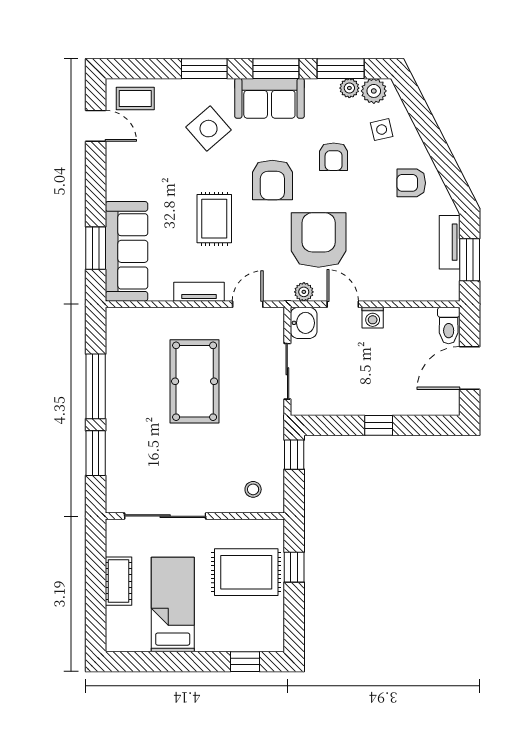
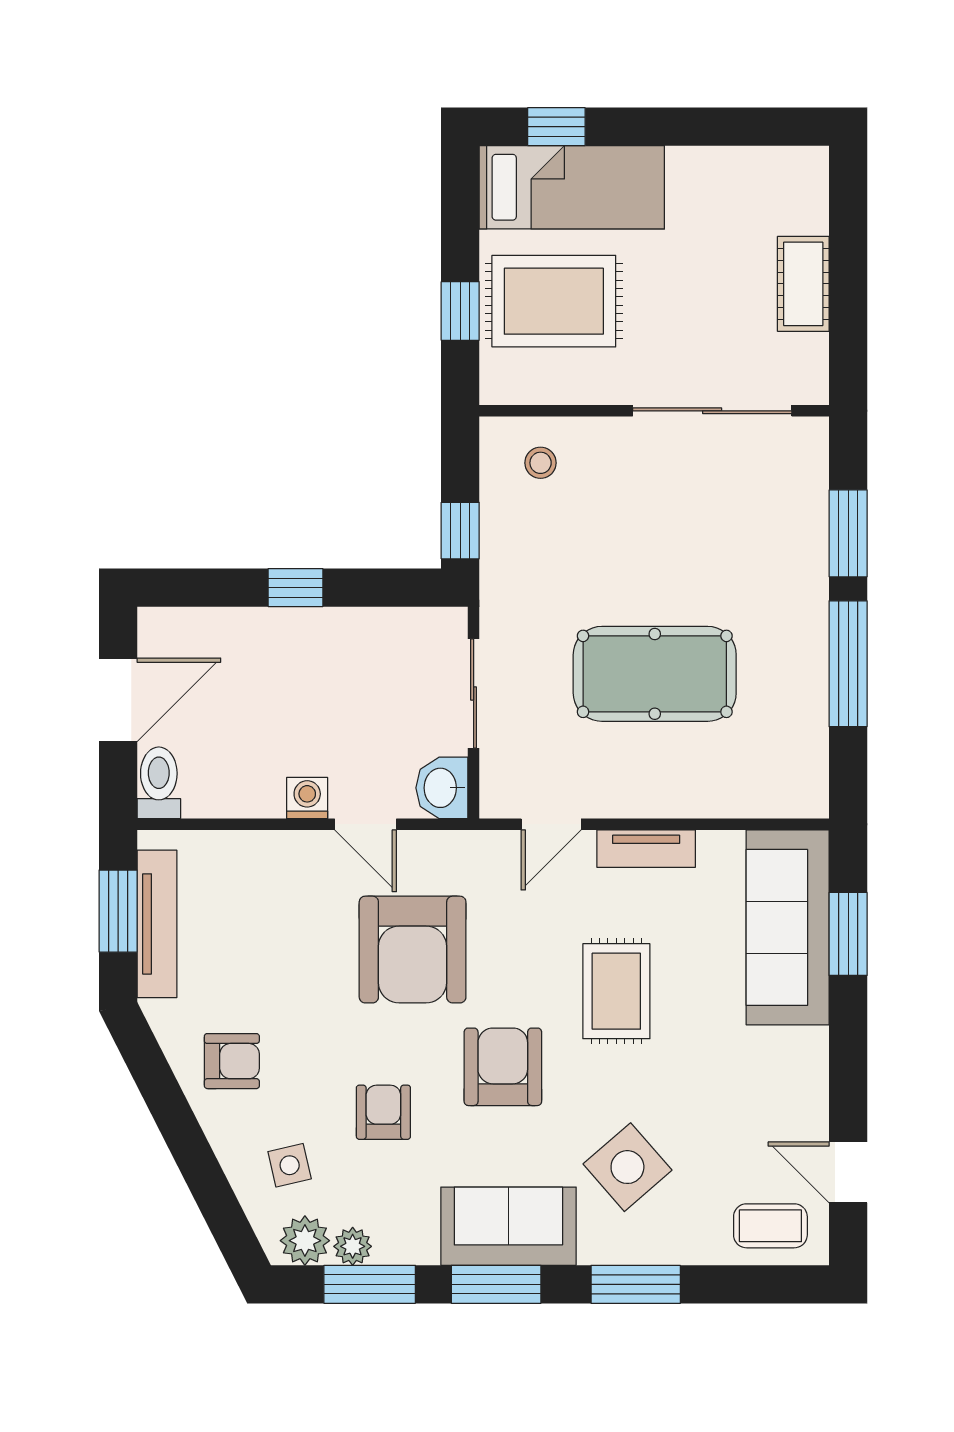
tv unit: (450, 242) -> (157, 924), width x1.41
plant: (304, 292) -> (441, 848), removed
pool table: (195, 381) -> (655, 674), turned 90
bed: (173, 604) -> (572, 187), moved, turned -90

